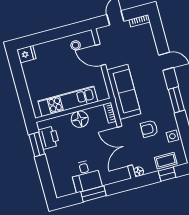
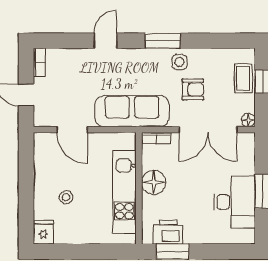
stool: (76, 45) -> (66, 197), moved
door: (100, 55) -> (72, 130), hinge flipped
armchair: (149, 129) -> (193, 89), turned -90
side table: (172, 136) -> (179, 62), moved
desk: (86, 176) -> (235, 202), width x1.37

